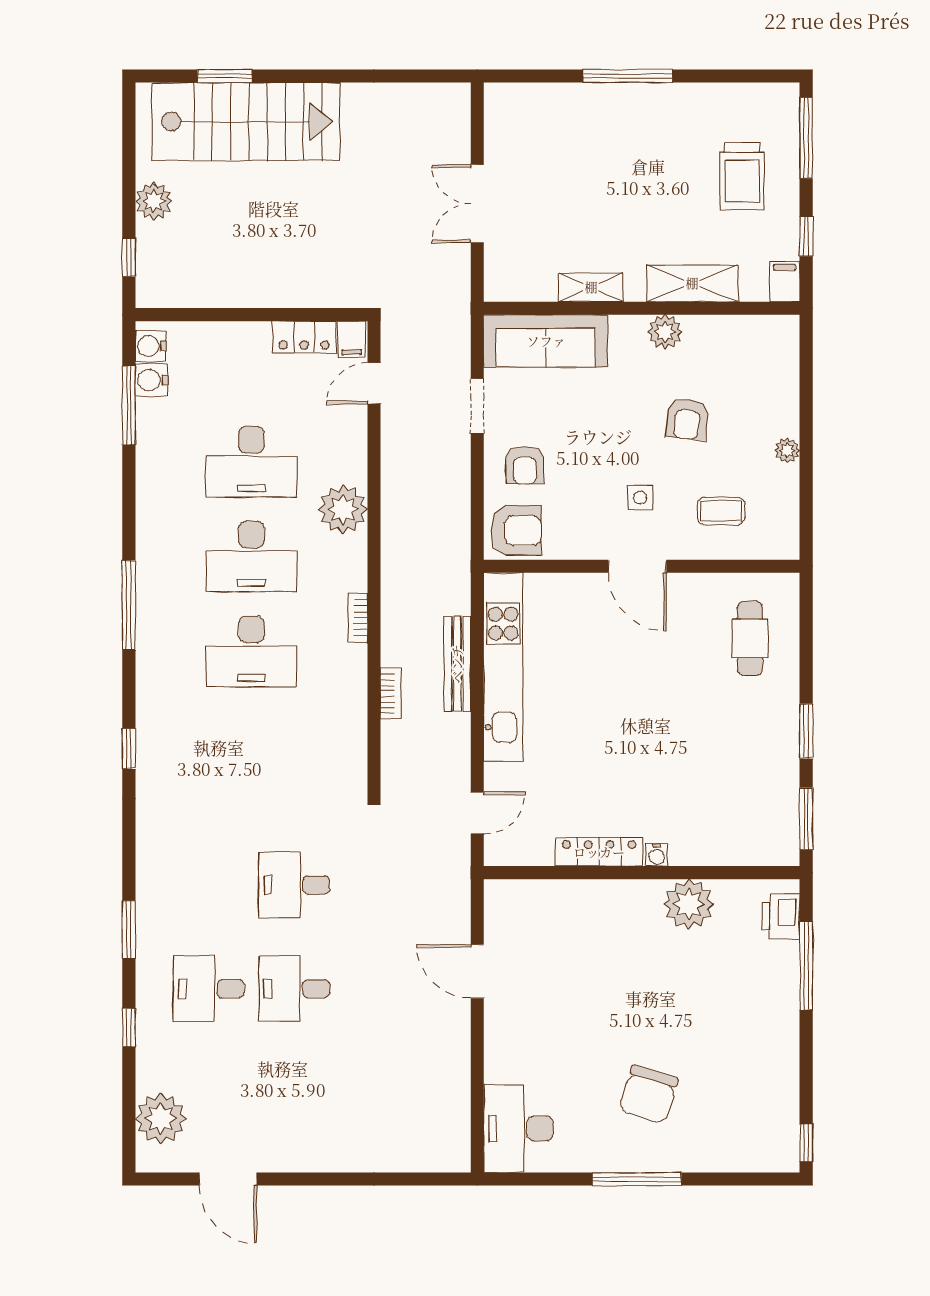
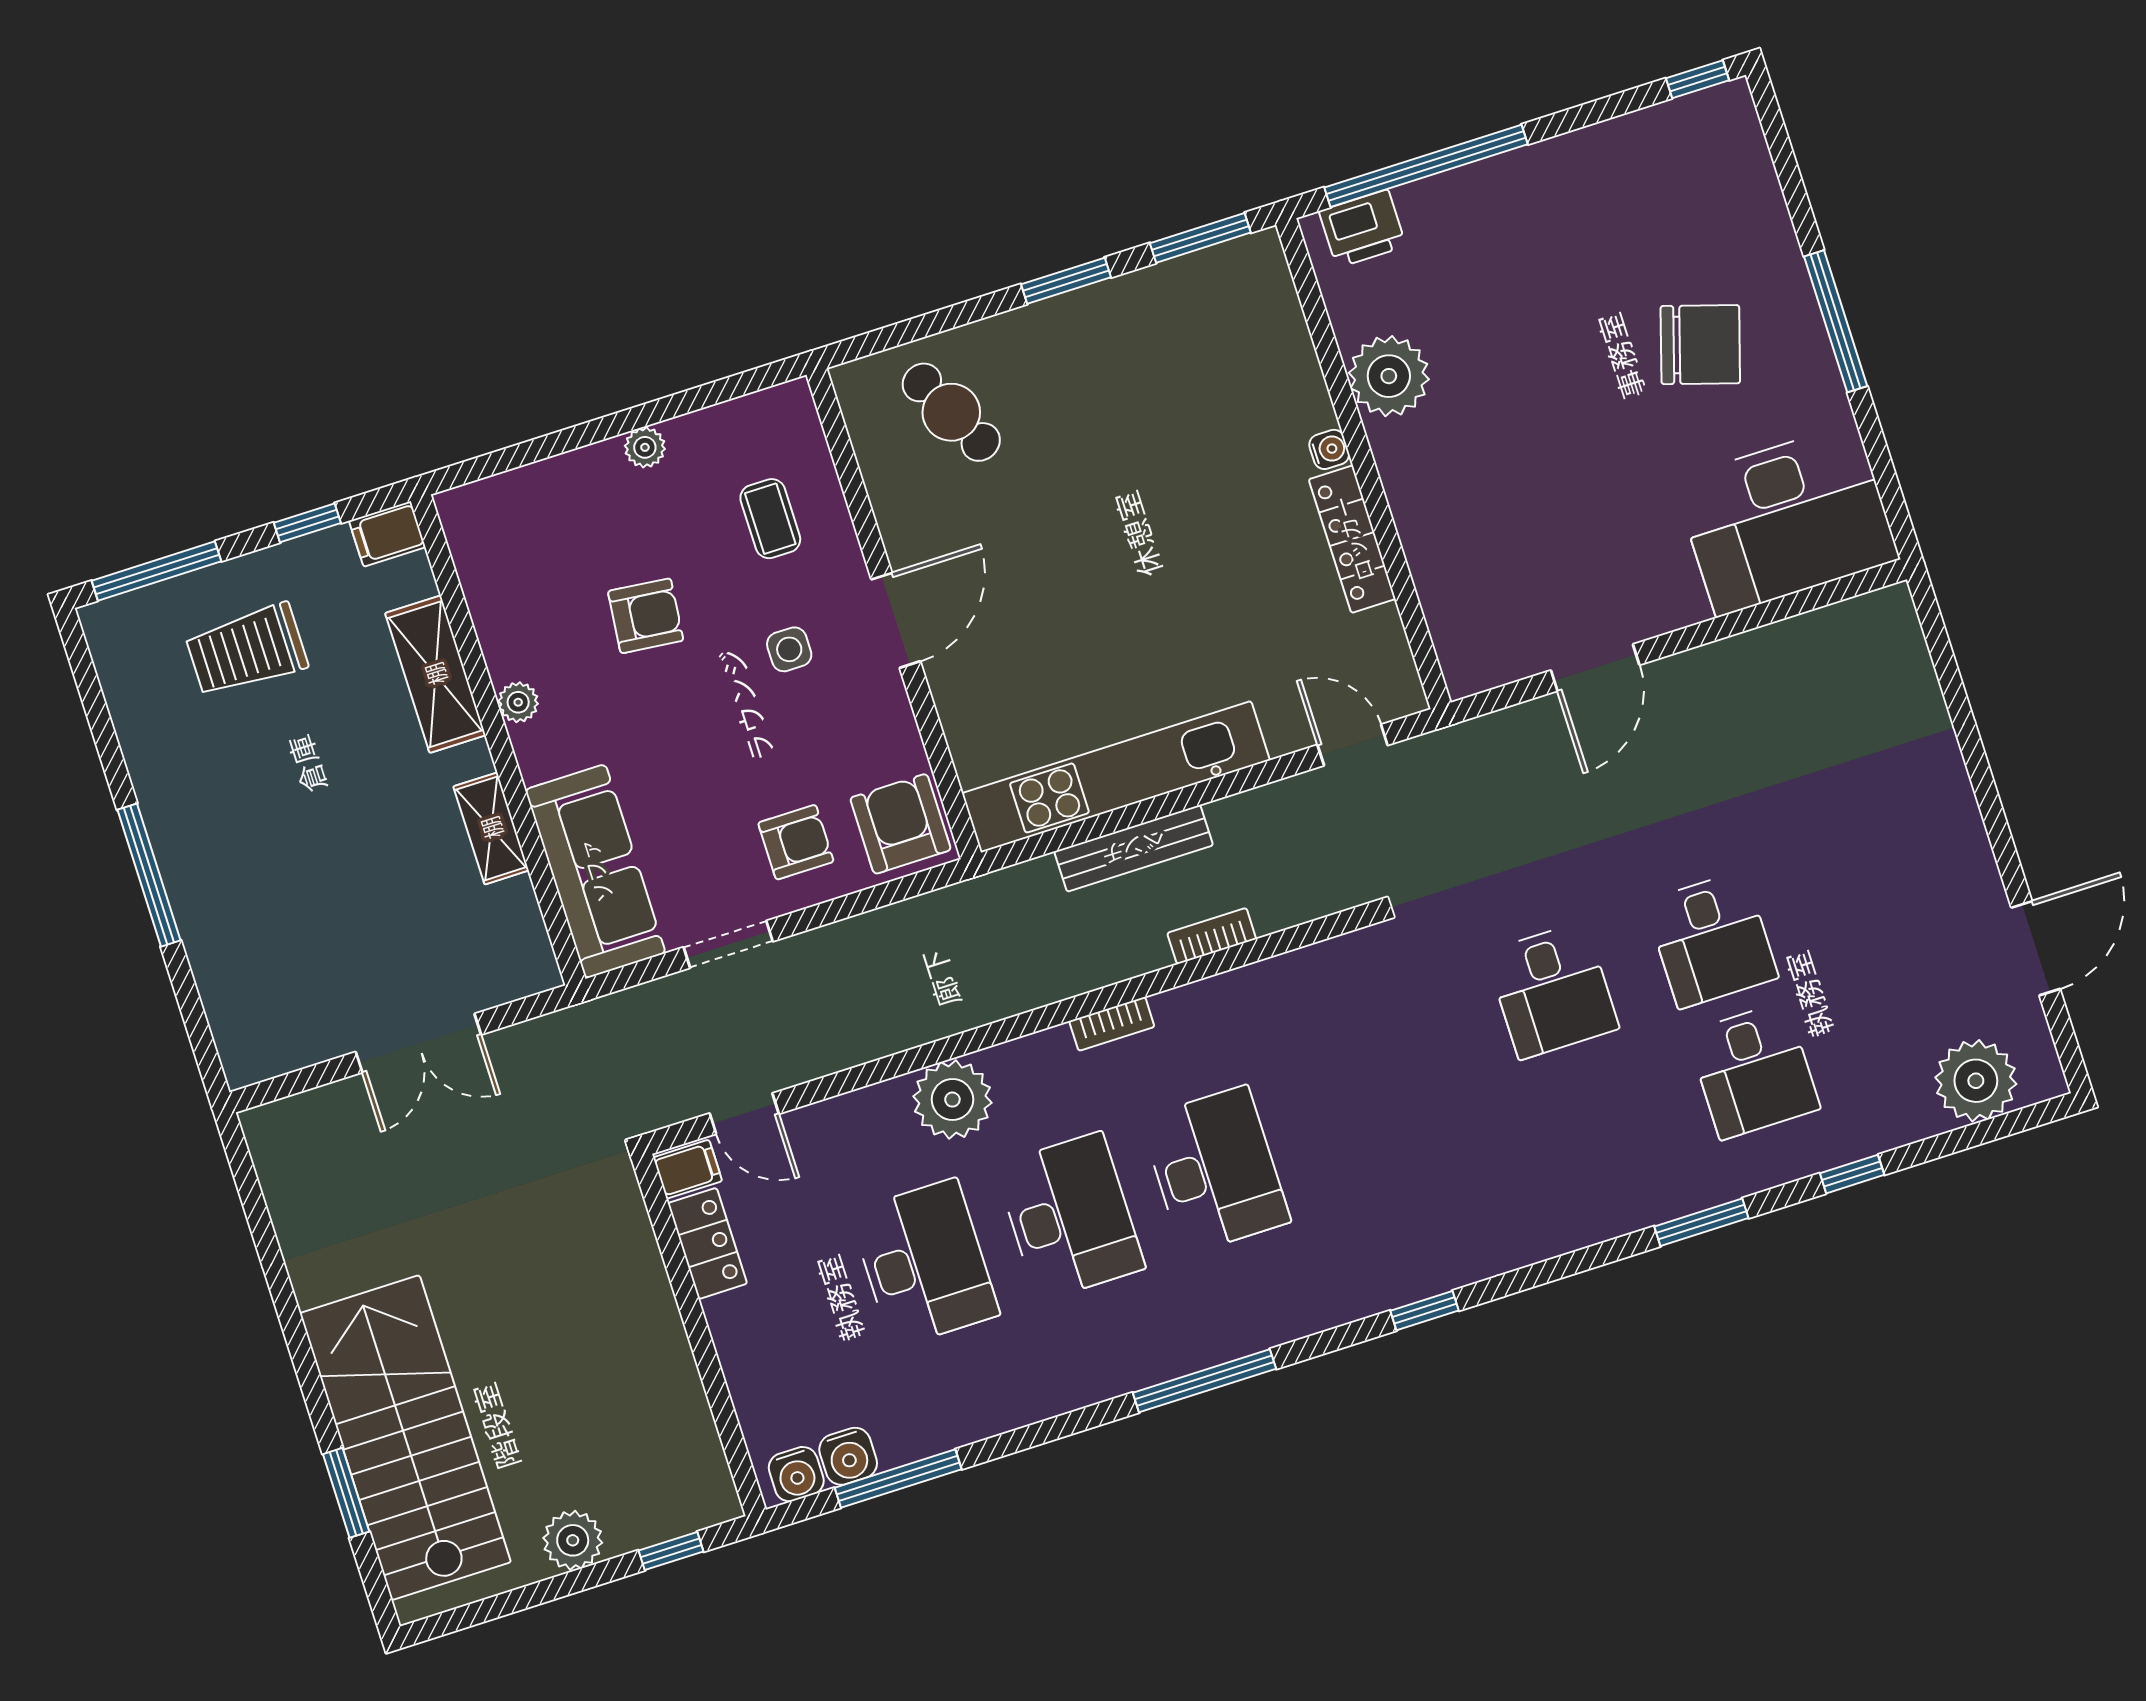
trolley: (742, 176) -> (247, 650), turned 180
plant: (665, 332) -> (518, 702), width x0.73, depth x0.73
cafe table: (750, 638) -> (951, 412), turned 63
window: (806, 966) -> (1426, 166), width x1.46
desk: (518, 1128) -> (1786, 520), width x1.36, depth x1.30

